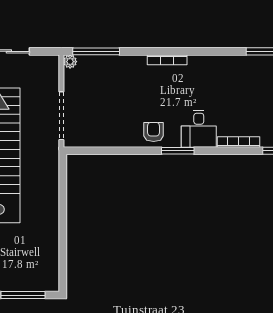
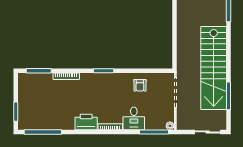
printer: (206, 68) -> (86, 122), added
desk: (199, 129) -> (134, 118), moved, turned 180
armchair: (154, 132) -> (140, 85), moved

